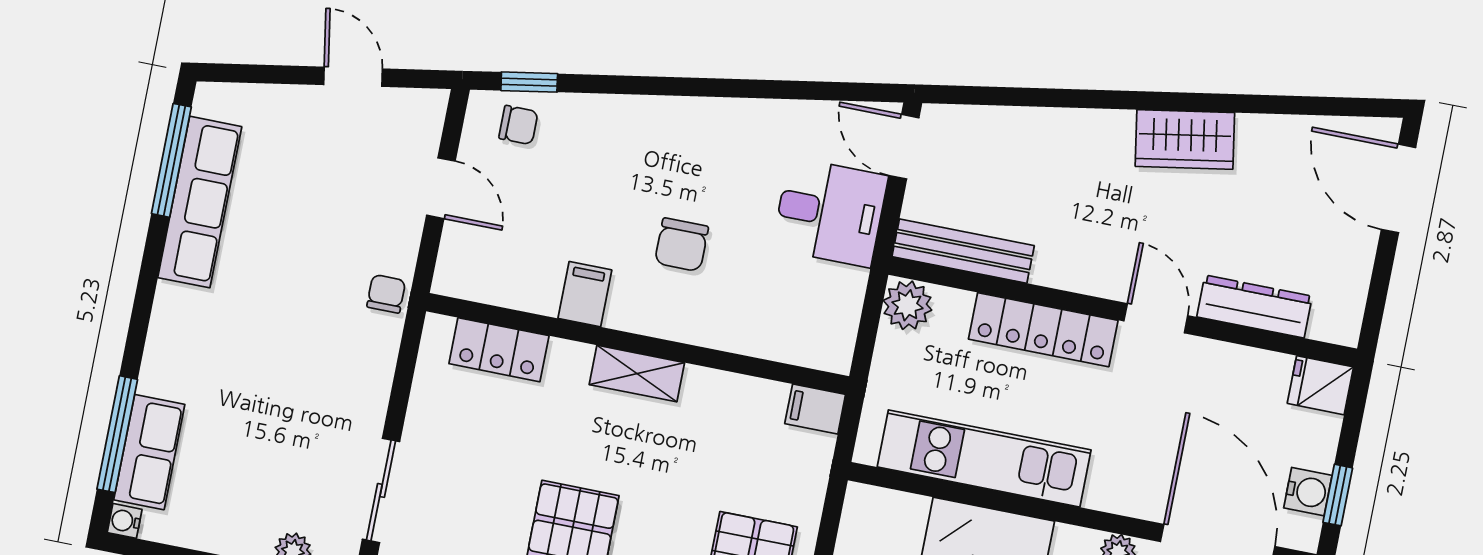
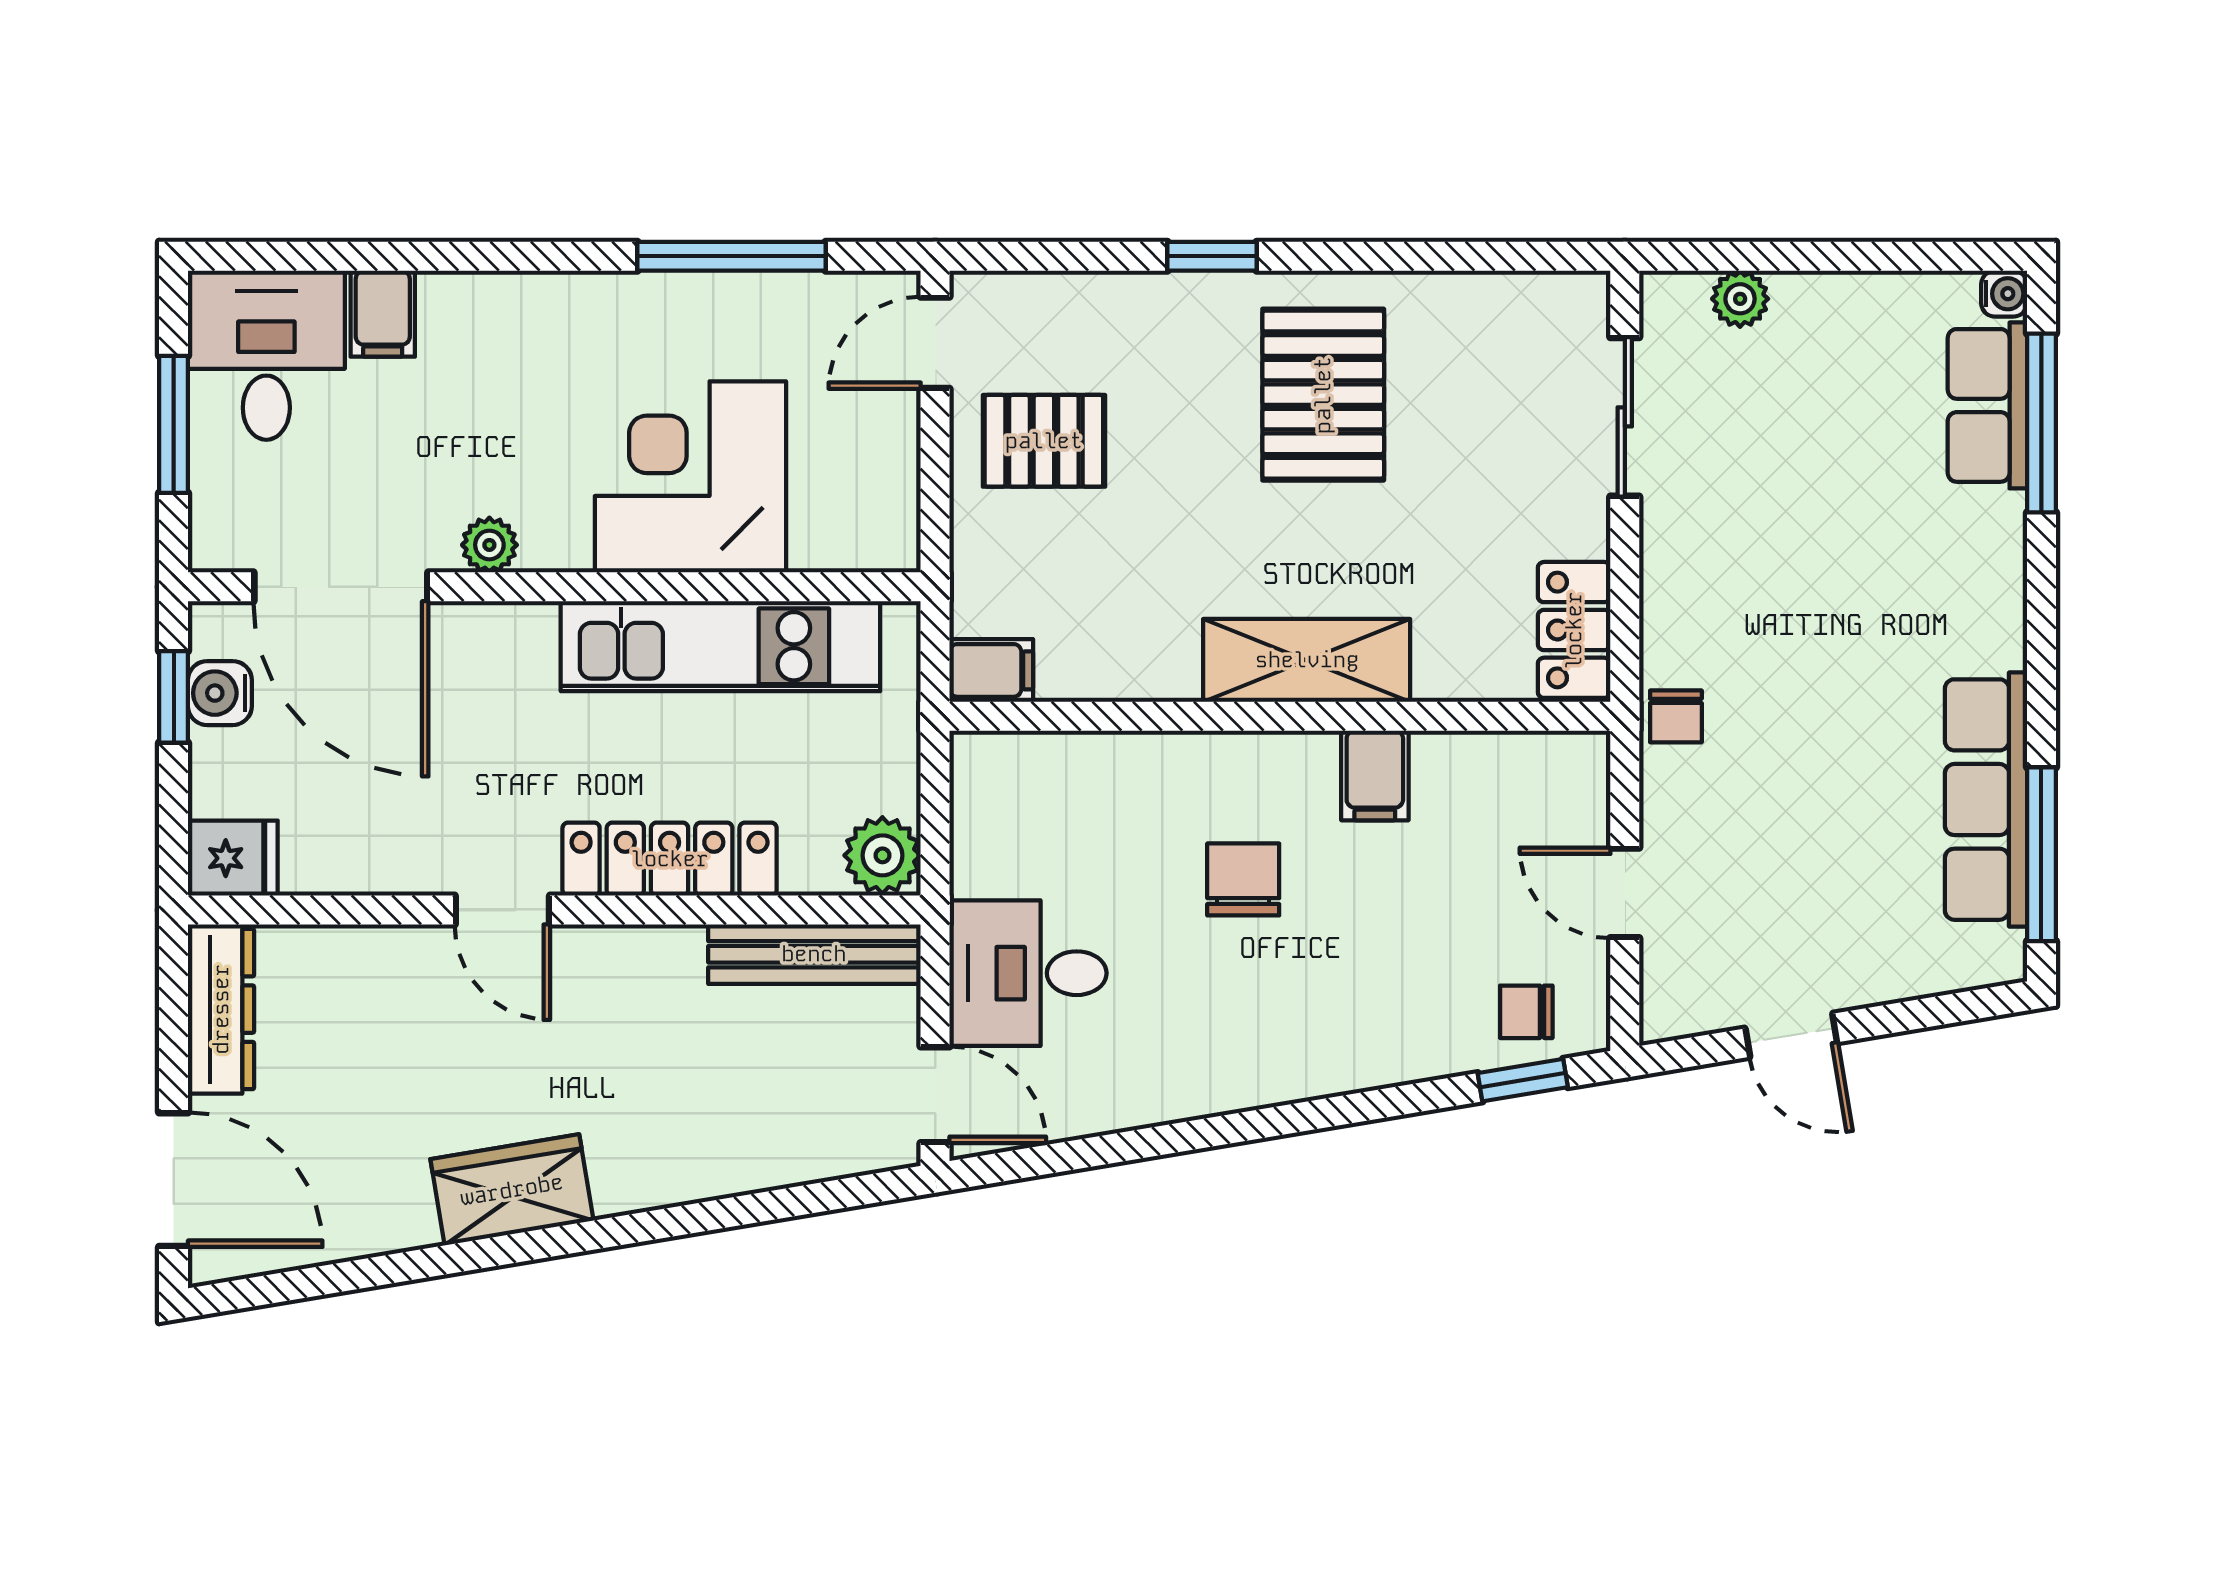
dresser: (1254, 307) -> (221, 1009), moved, turned -90
locker: (499, 350) -> (1574, 630), moved, turned -90
shelving: (637, 374) -> (1307, 660), width x1.50, depth x1.33

